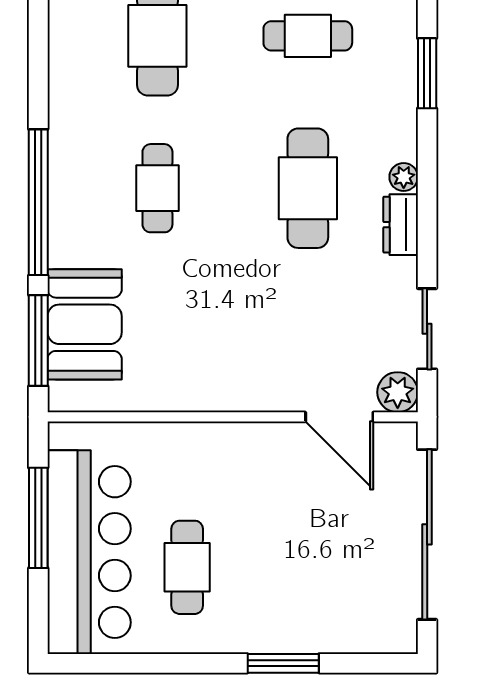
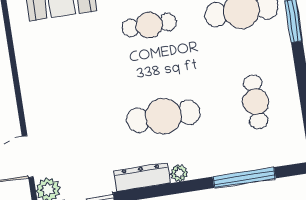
window: (427, 73) -> (244, 178), width x1.44
dresser: (401, 225) -> (142, 177), width x1.44

